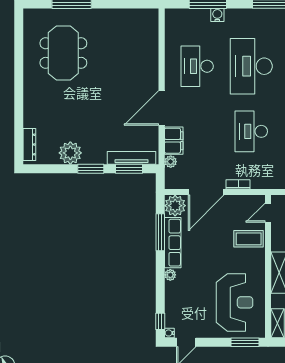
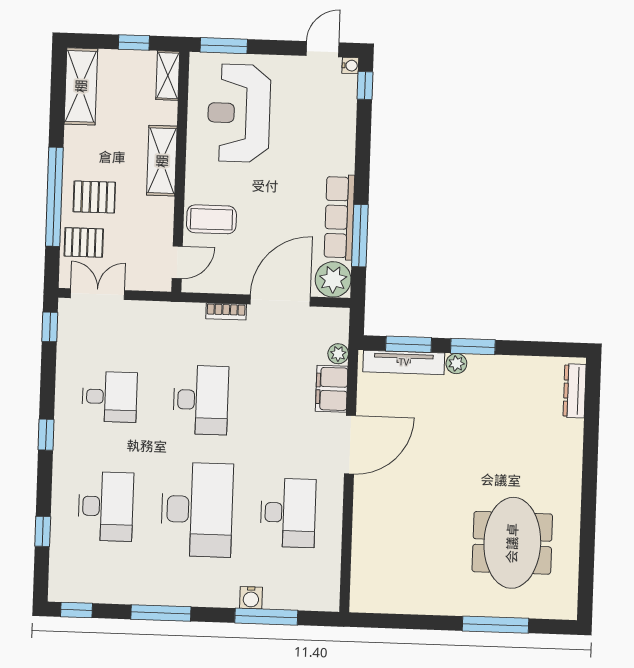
plant: (70, 153) -> (456, 364), moved, width x0.53, depth x0.53
plant: (170, 275) -> (345, 163), removed

